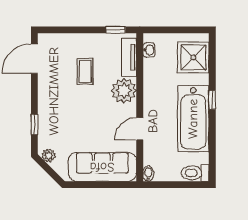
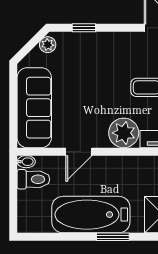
window: (212, 100) -> (113, 237), width x1.50
door: (140, 129) -> (79, 152), swing flipped
toilet: (195, 173) -> (33, 179), moved, turned 90

